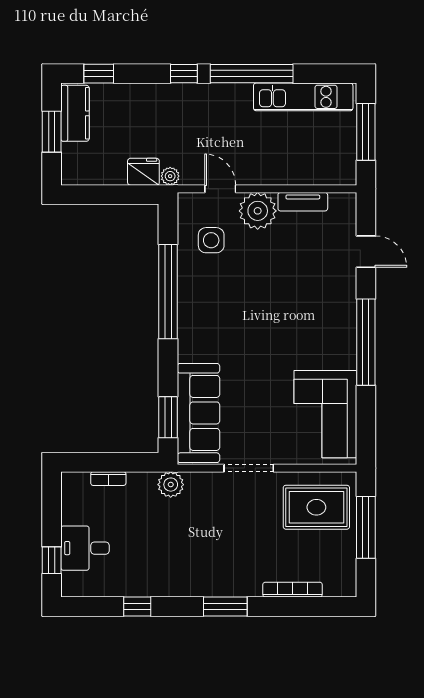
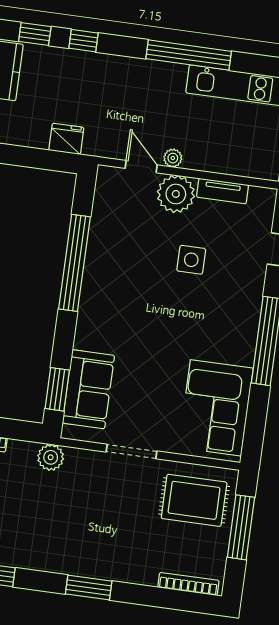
window: (184, 74) -> (83, 41), moved
plant: (170, 176) -> (173, 158), moved
side table: (211, 240) -> (191, 260), moved
sofa: (198, 413) -> (88, 389), width x0.73
bookcase: (293, 590) -> (188, 584), moved

